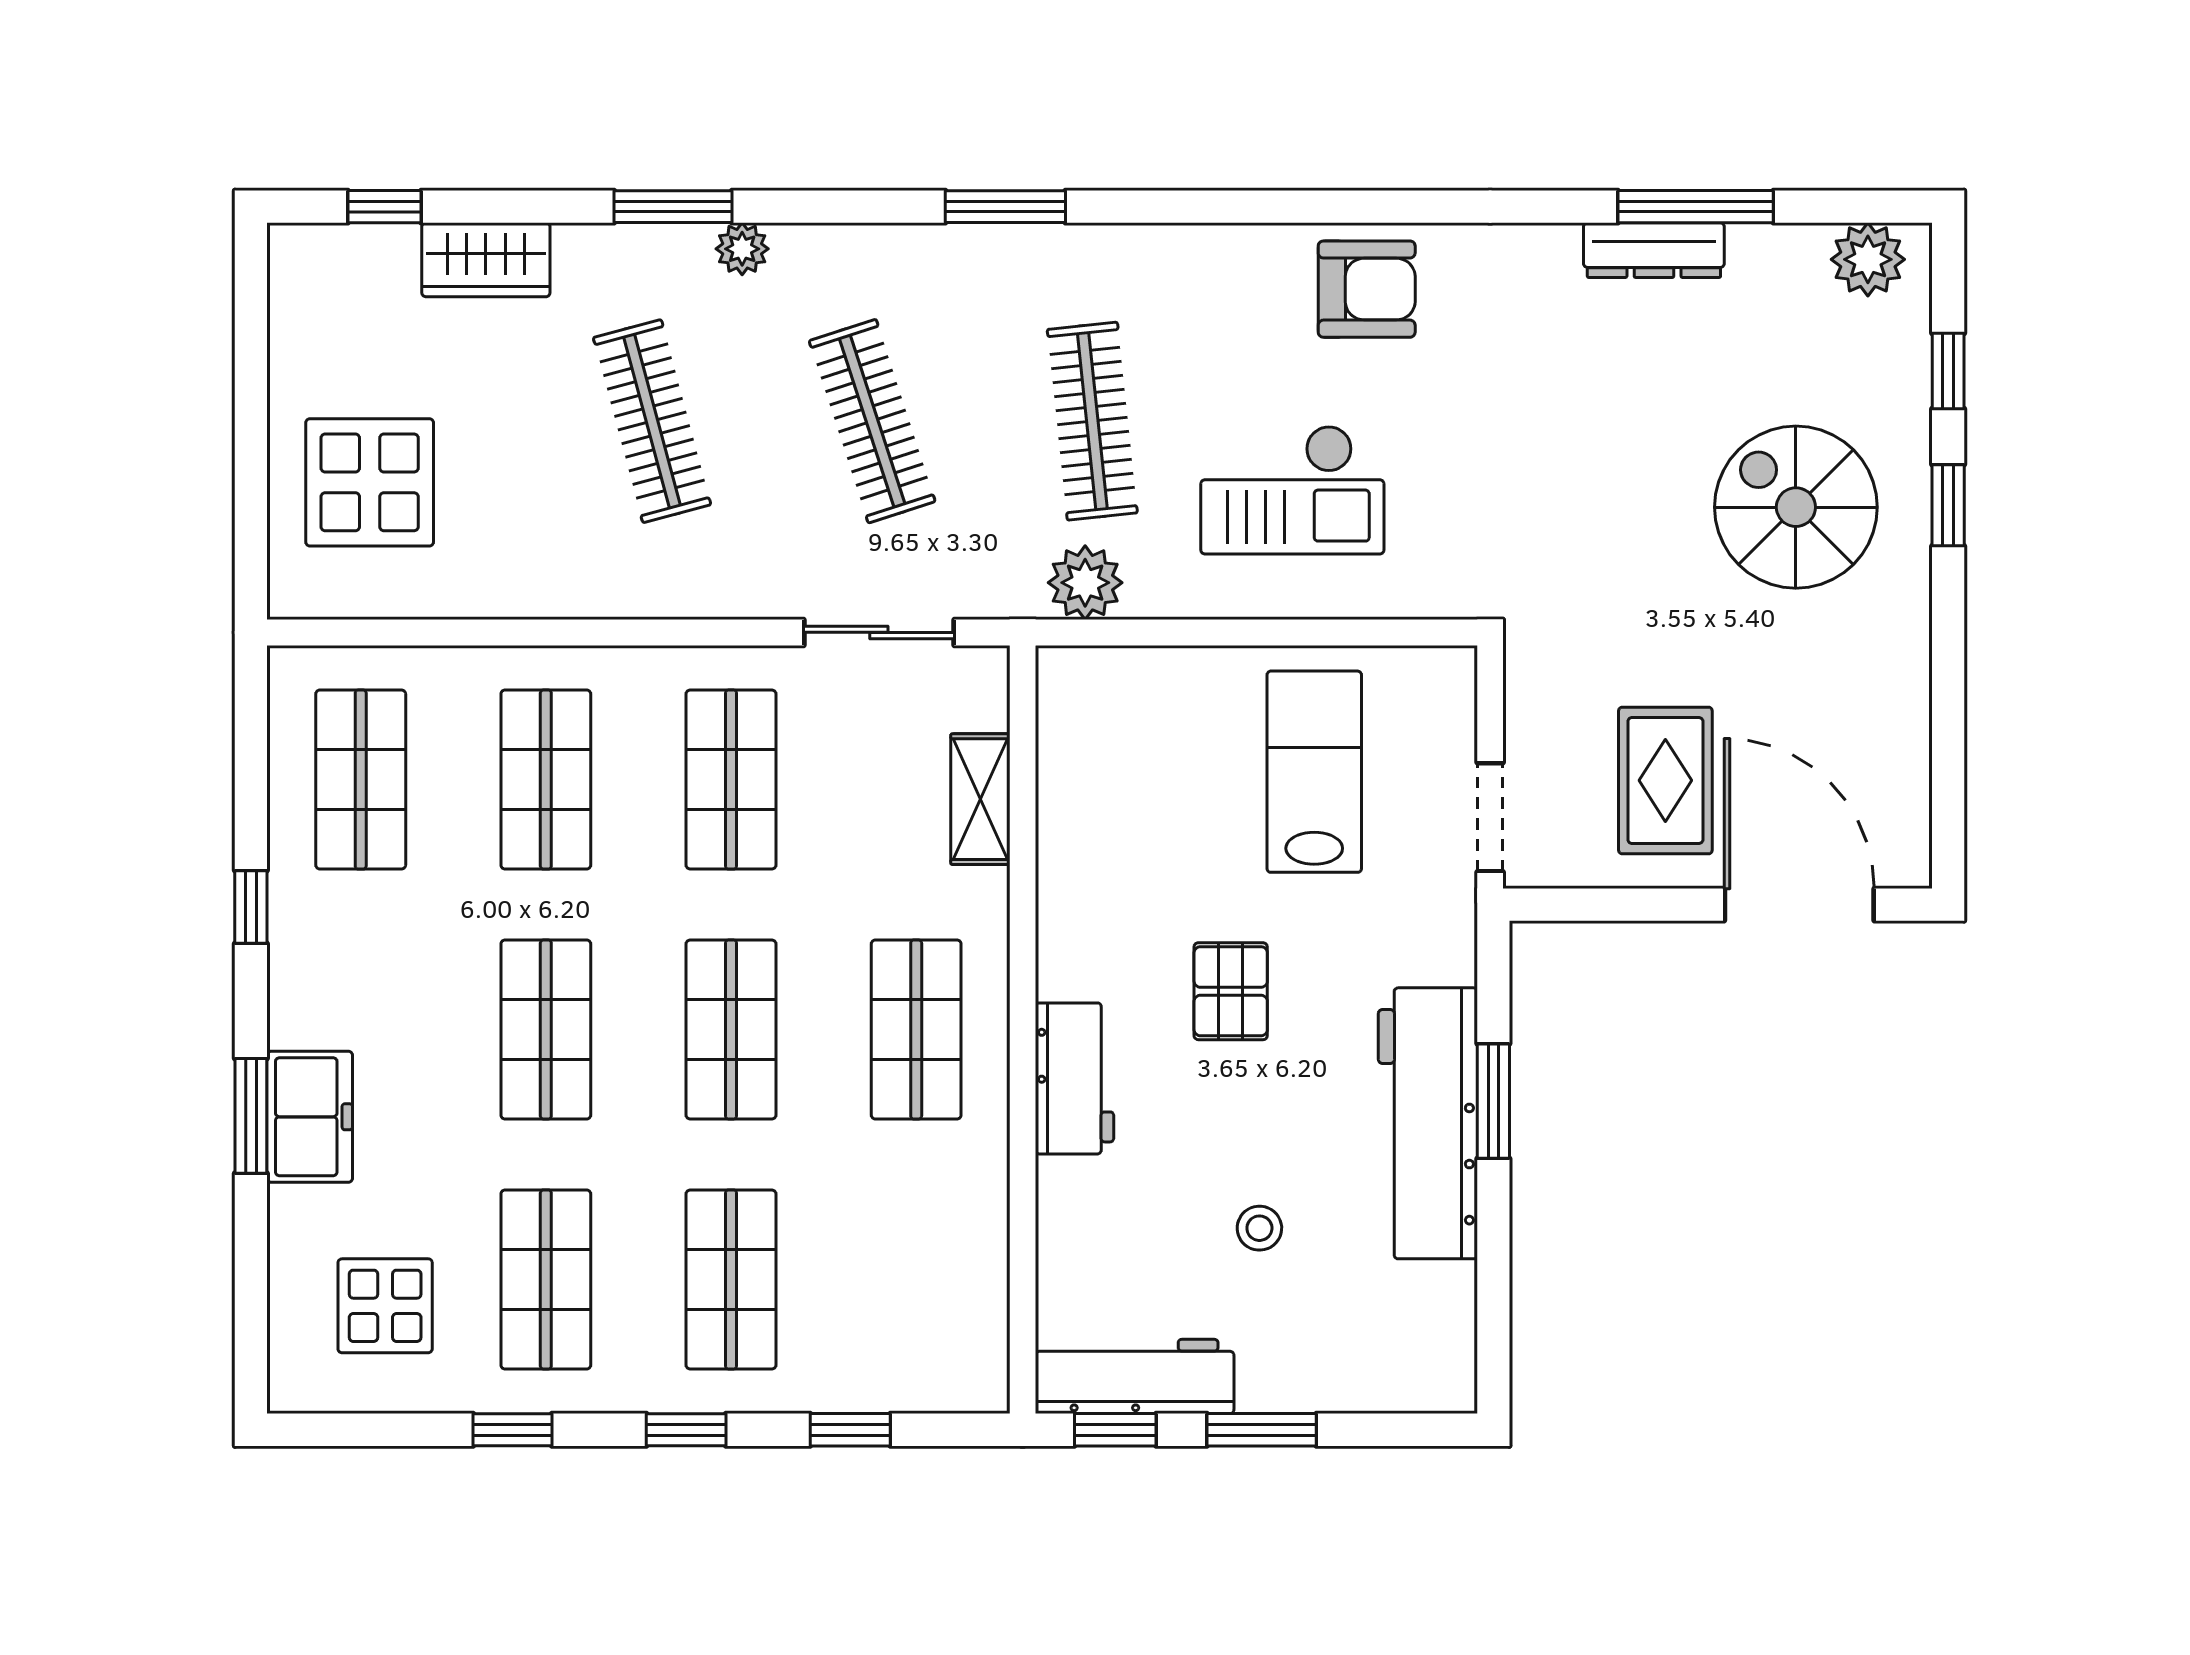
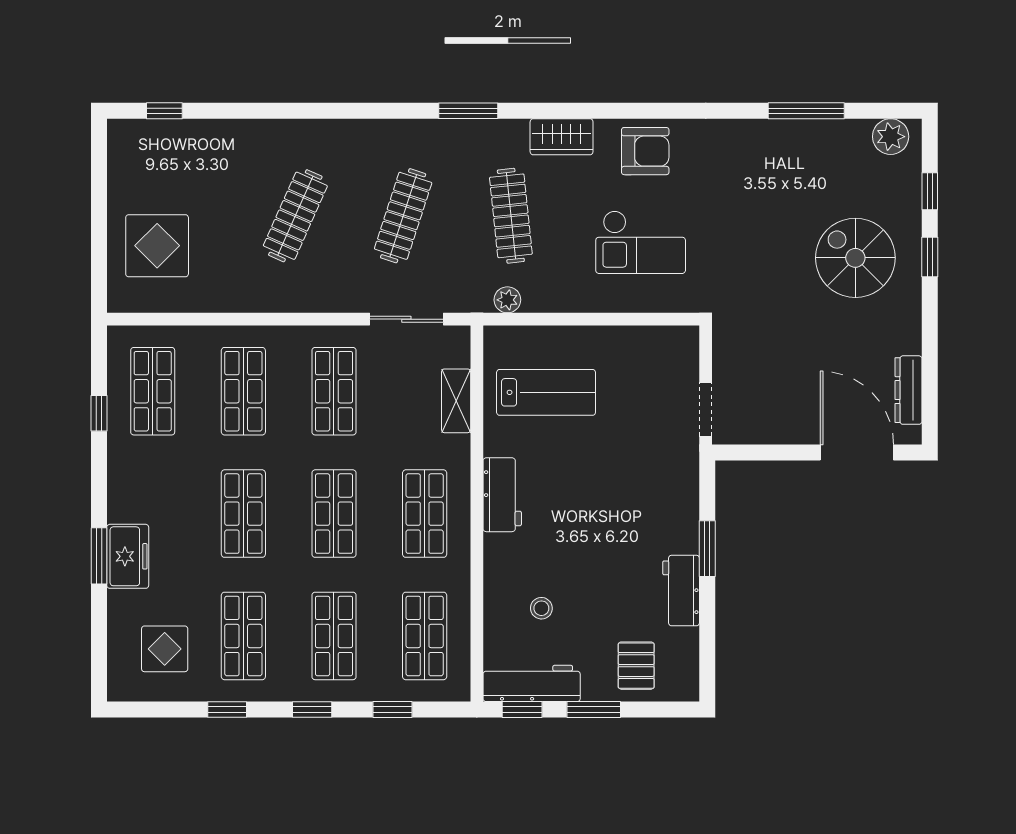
window: (673, 207) -> (306, 111), removed
plant: (742, 249) -> (339, 131), removed
dresser: (1654, 250) -> (909, 390), moved, turned 90
wardrobe: (486, 260) -> (562, 137), moved
clothes rail: (652, 421) -> (295, 216), turned 39
clothes rail: (872, 421) -> (403, 216), turned 36
checkout: (1292, 490) -> (641, 242), moved
plant: (1085, 583) -> (507, 300), width x0.73, depth x0.73
lab bench: (1314, 772) -> (546, 392), moved, turned 90
rug: (1665, 780) -> (791, 392), removed
window: (251, 907) -> (99, 413), moved
pallet: (1231, 991) -> (636, 666), moved
workbench: (1075, 1078) -> (502, 495), moved
workbench: (1428, 1123) -> (681, 591), width x0.53, depth x0.76
stool: (1259, 1228) -> (541, 608), moved
shop shelf: (916, 1279) -> (425, 636), added

